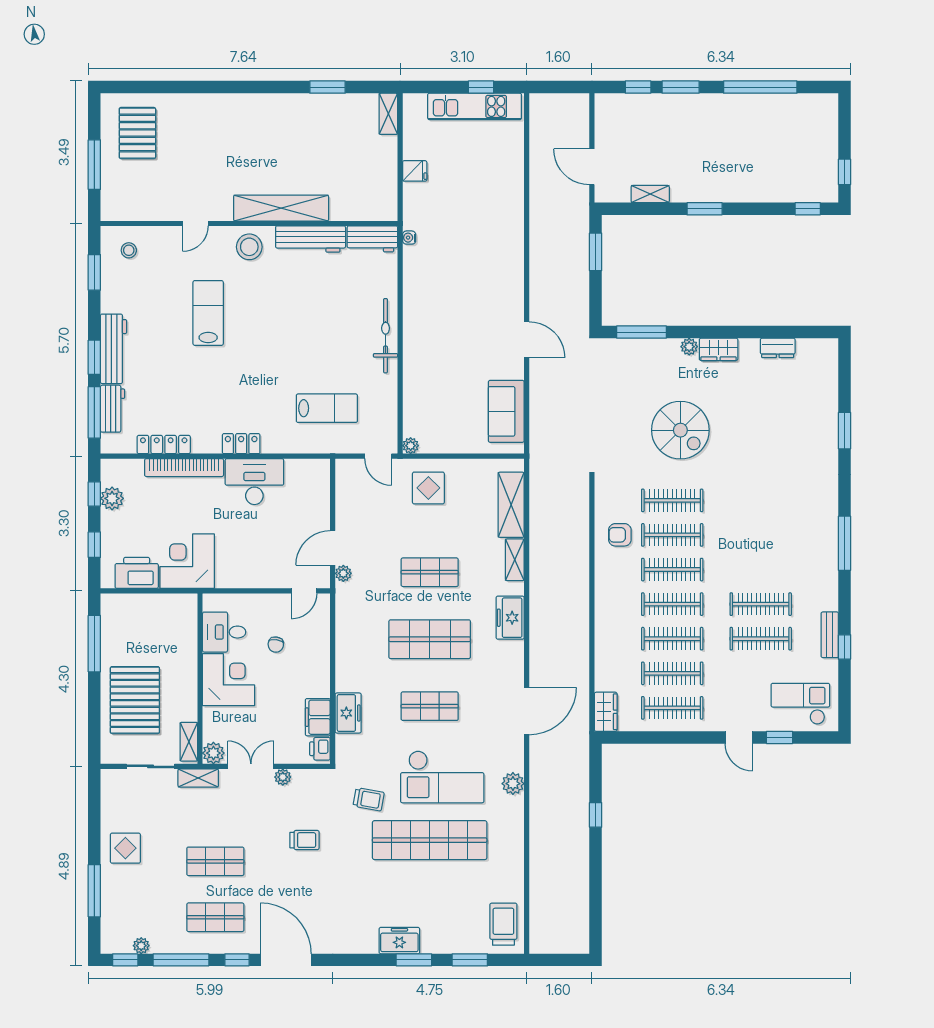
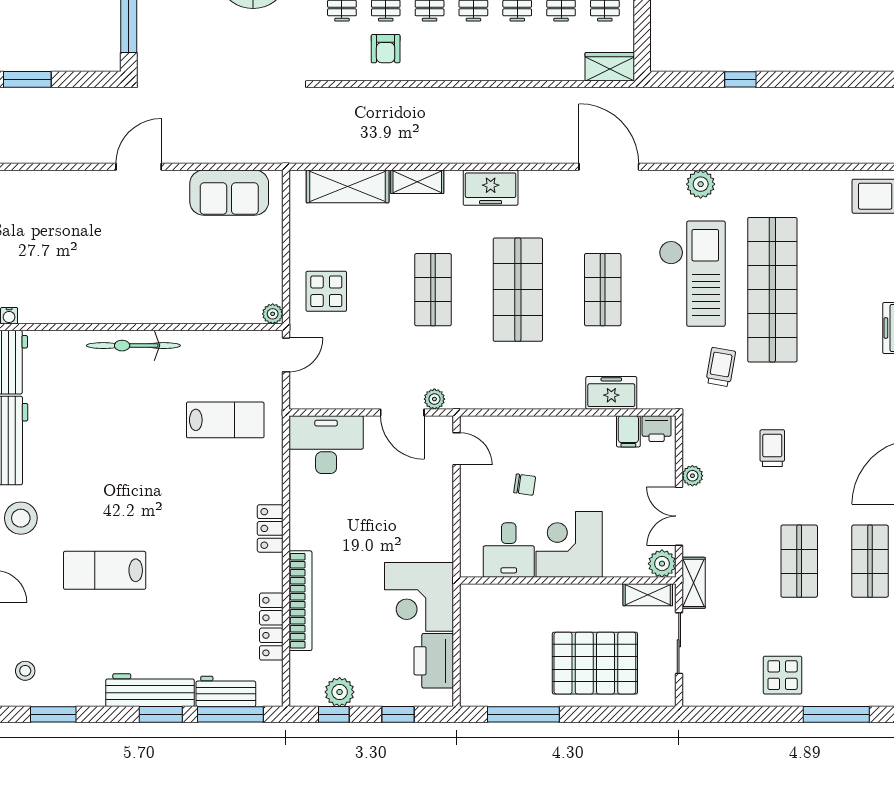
lab bench: (327, 408) -> (225, 420), turned 90
desk: (254, 482) -> (326, 445), moved, turned 90
filing cabinet: (318, 717) -> (628, 431), width x0.50

